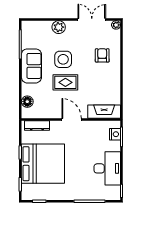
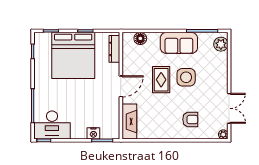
plant: (59, 27) -> (221, 44), moved
nightstand: (115, 134) -> (93, 133), moved
desk: (107, 168) -> (52, 125), moved

